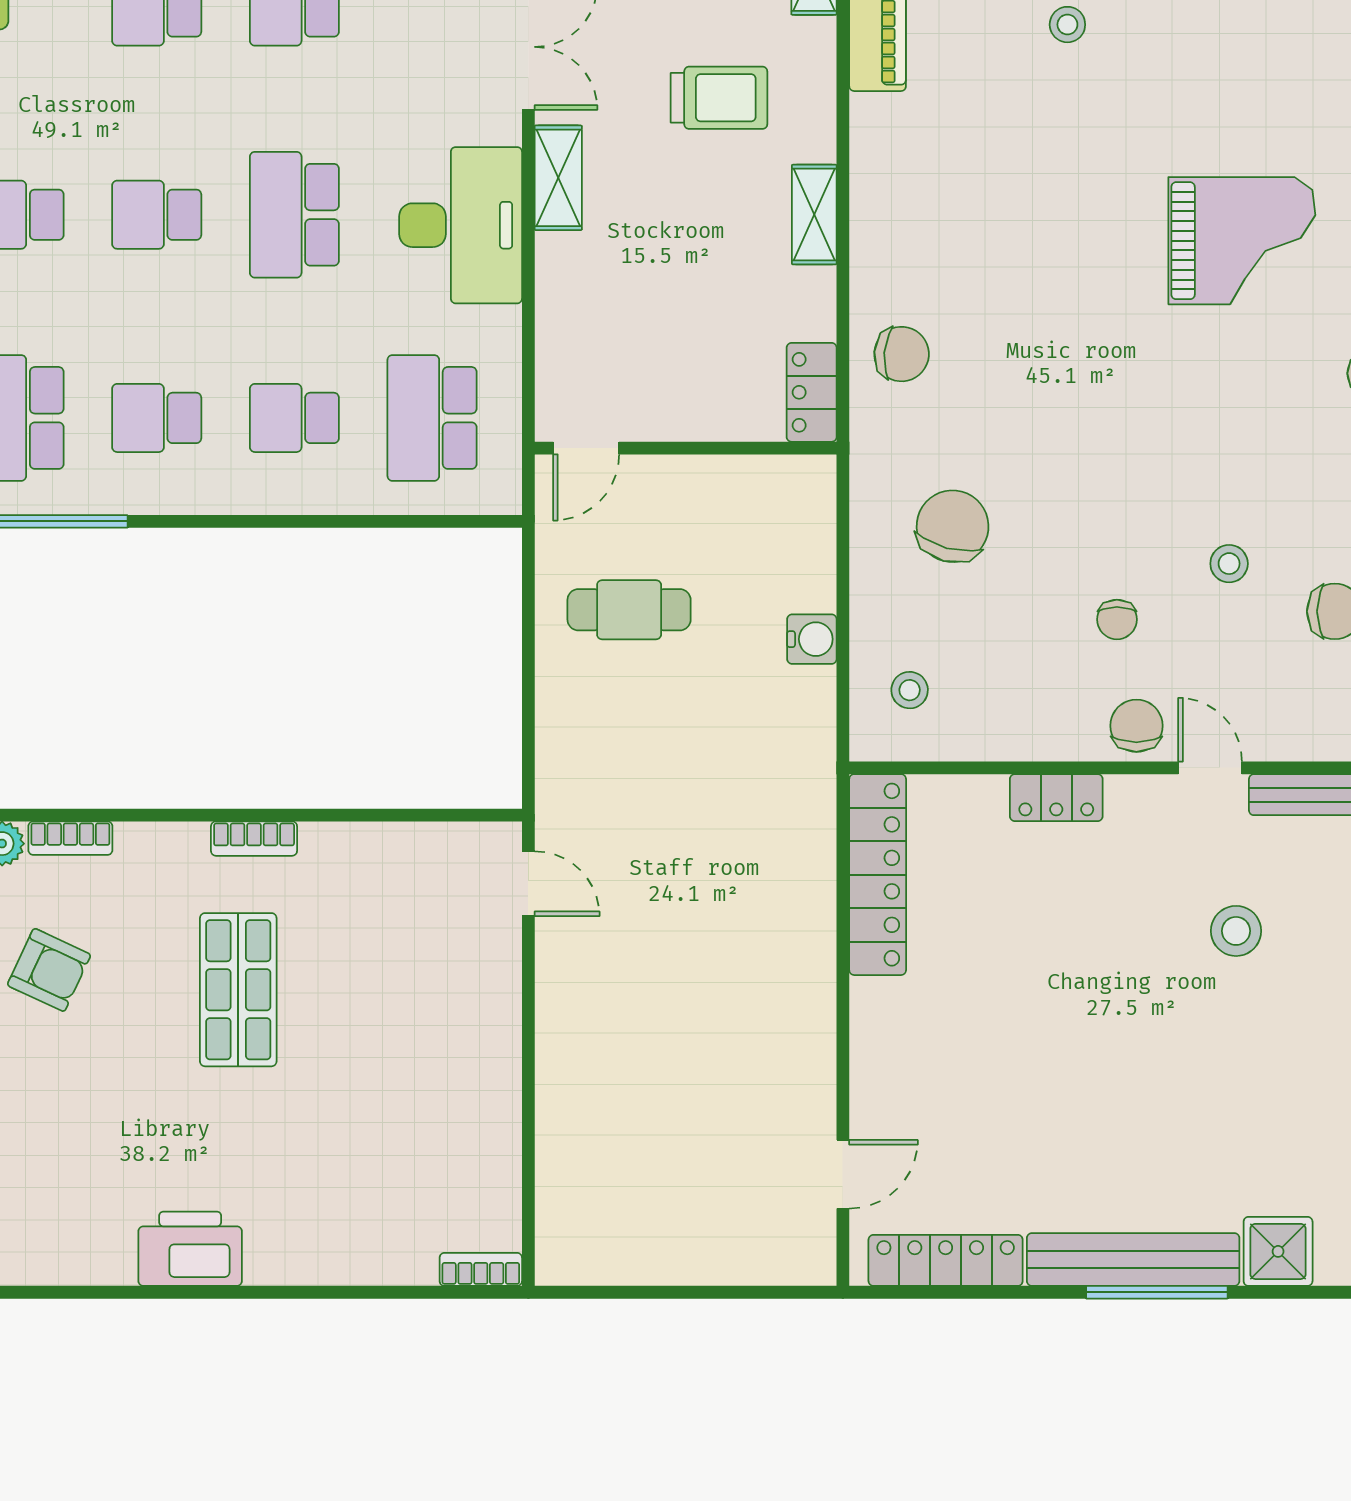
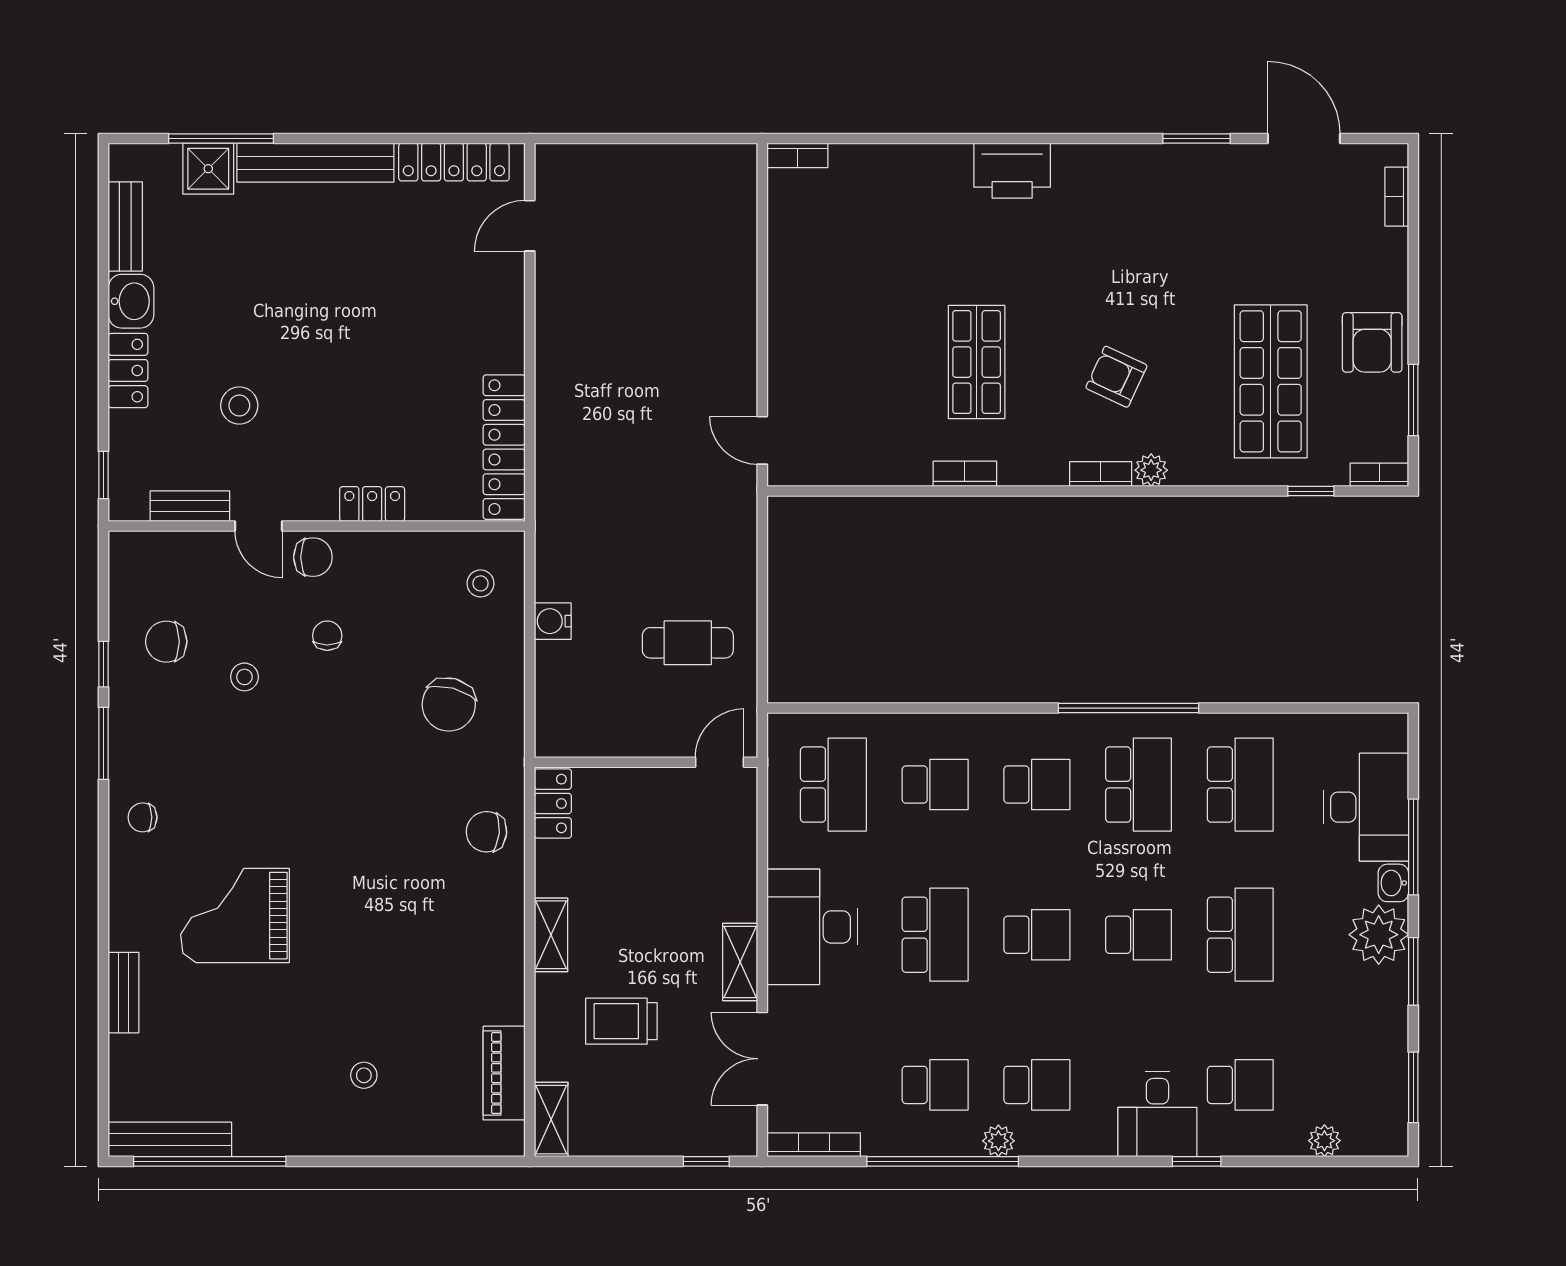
chair: (1136, 726) -> (313, 557), turned -90
window: (1157, 1292) -> (221, 139), moved

